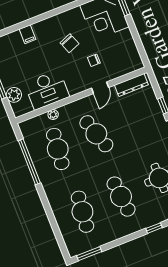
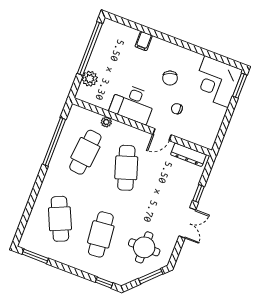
desk: (47, 90) -> (133, 104), moved
cafe table: (82, 212) -> (60, 219), turned -30

